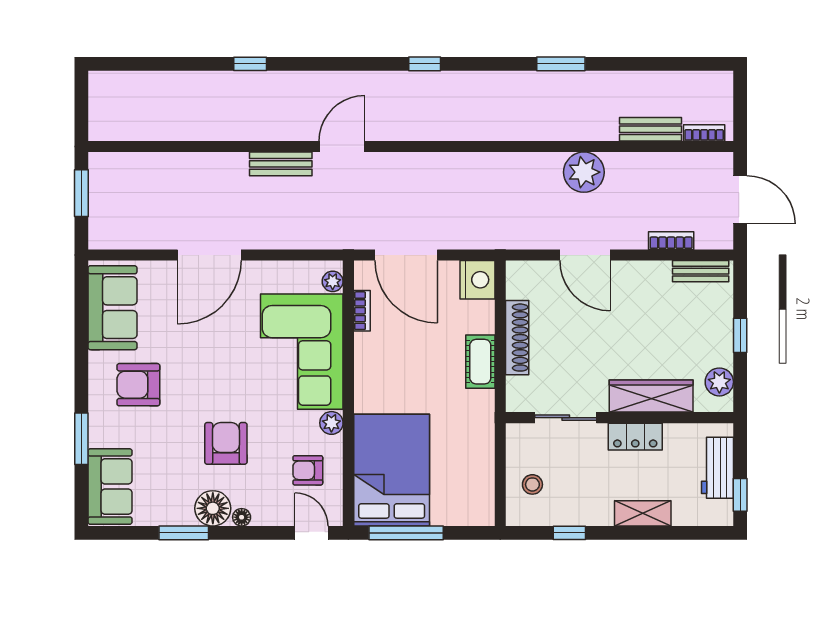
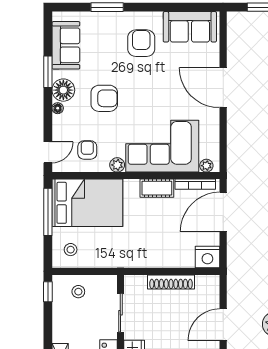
bookcase: (362, 311) -> (195, 184), width x1.56
cot: (480, 362) -> (157, 188), moved
sofa: (110, 487) -> (66, 45), moved, turned -90
stool: (466, 497) -> (71, 250), added
window: (569, 533) -> (48, 292), moved

